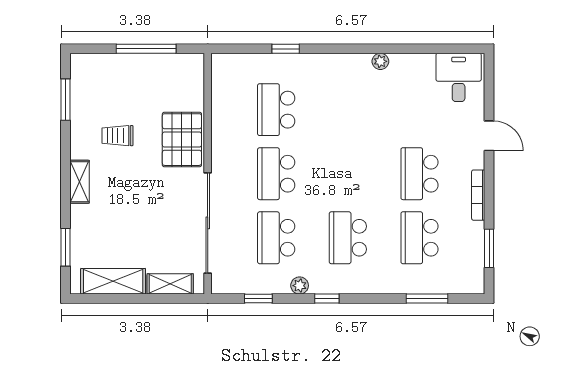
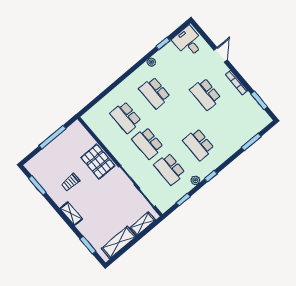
window: (286, 49) -> (163, 43), moved
door: (489, 136) -> (221, 55), hinge flipped
school desk: (419, 238) -> (155, 93), moved

